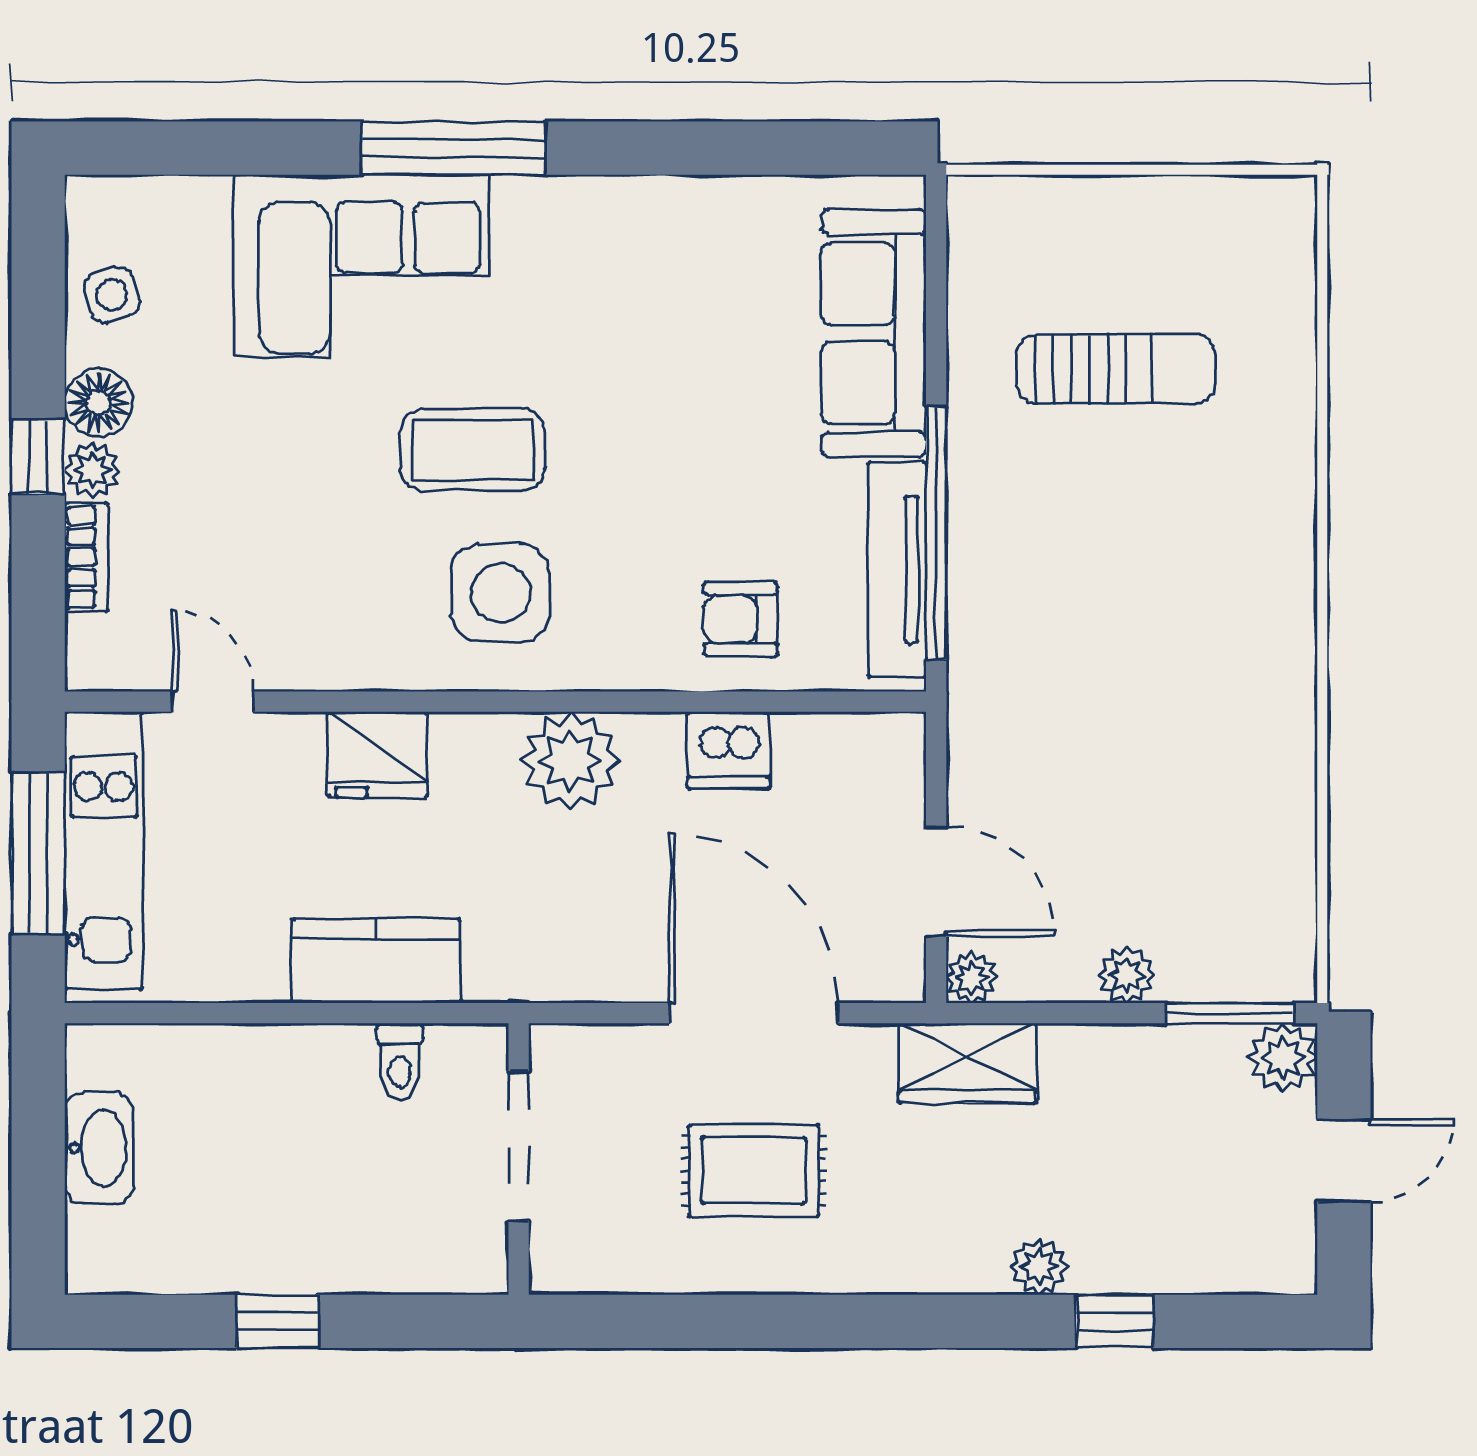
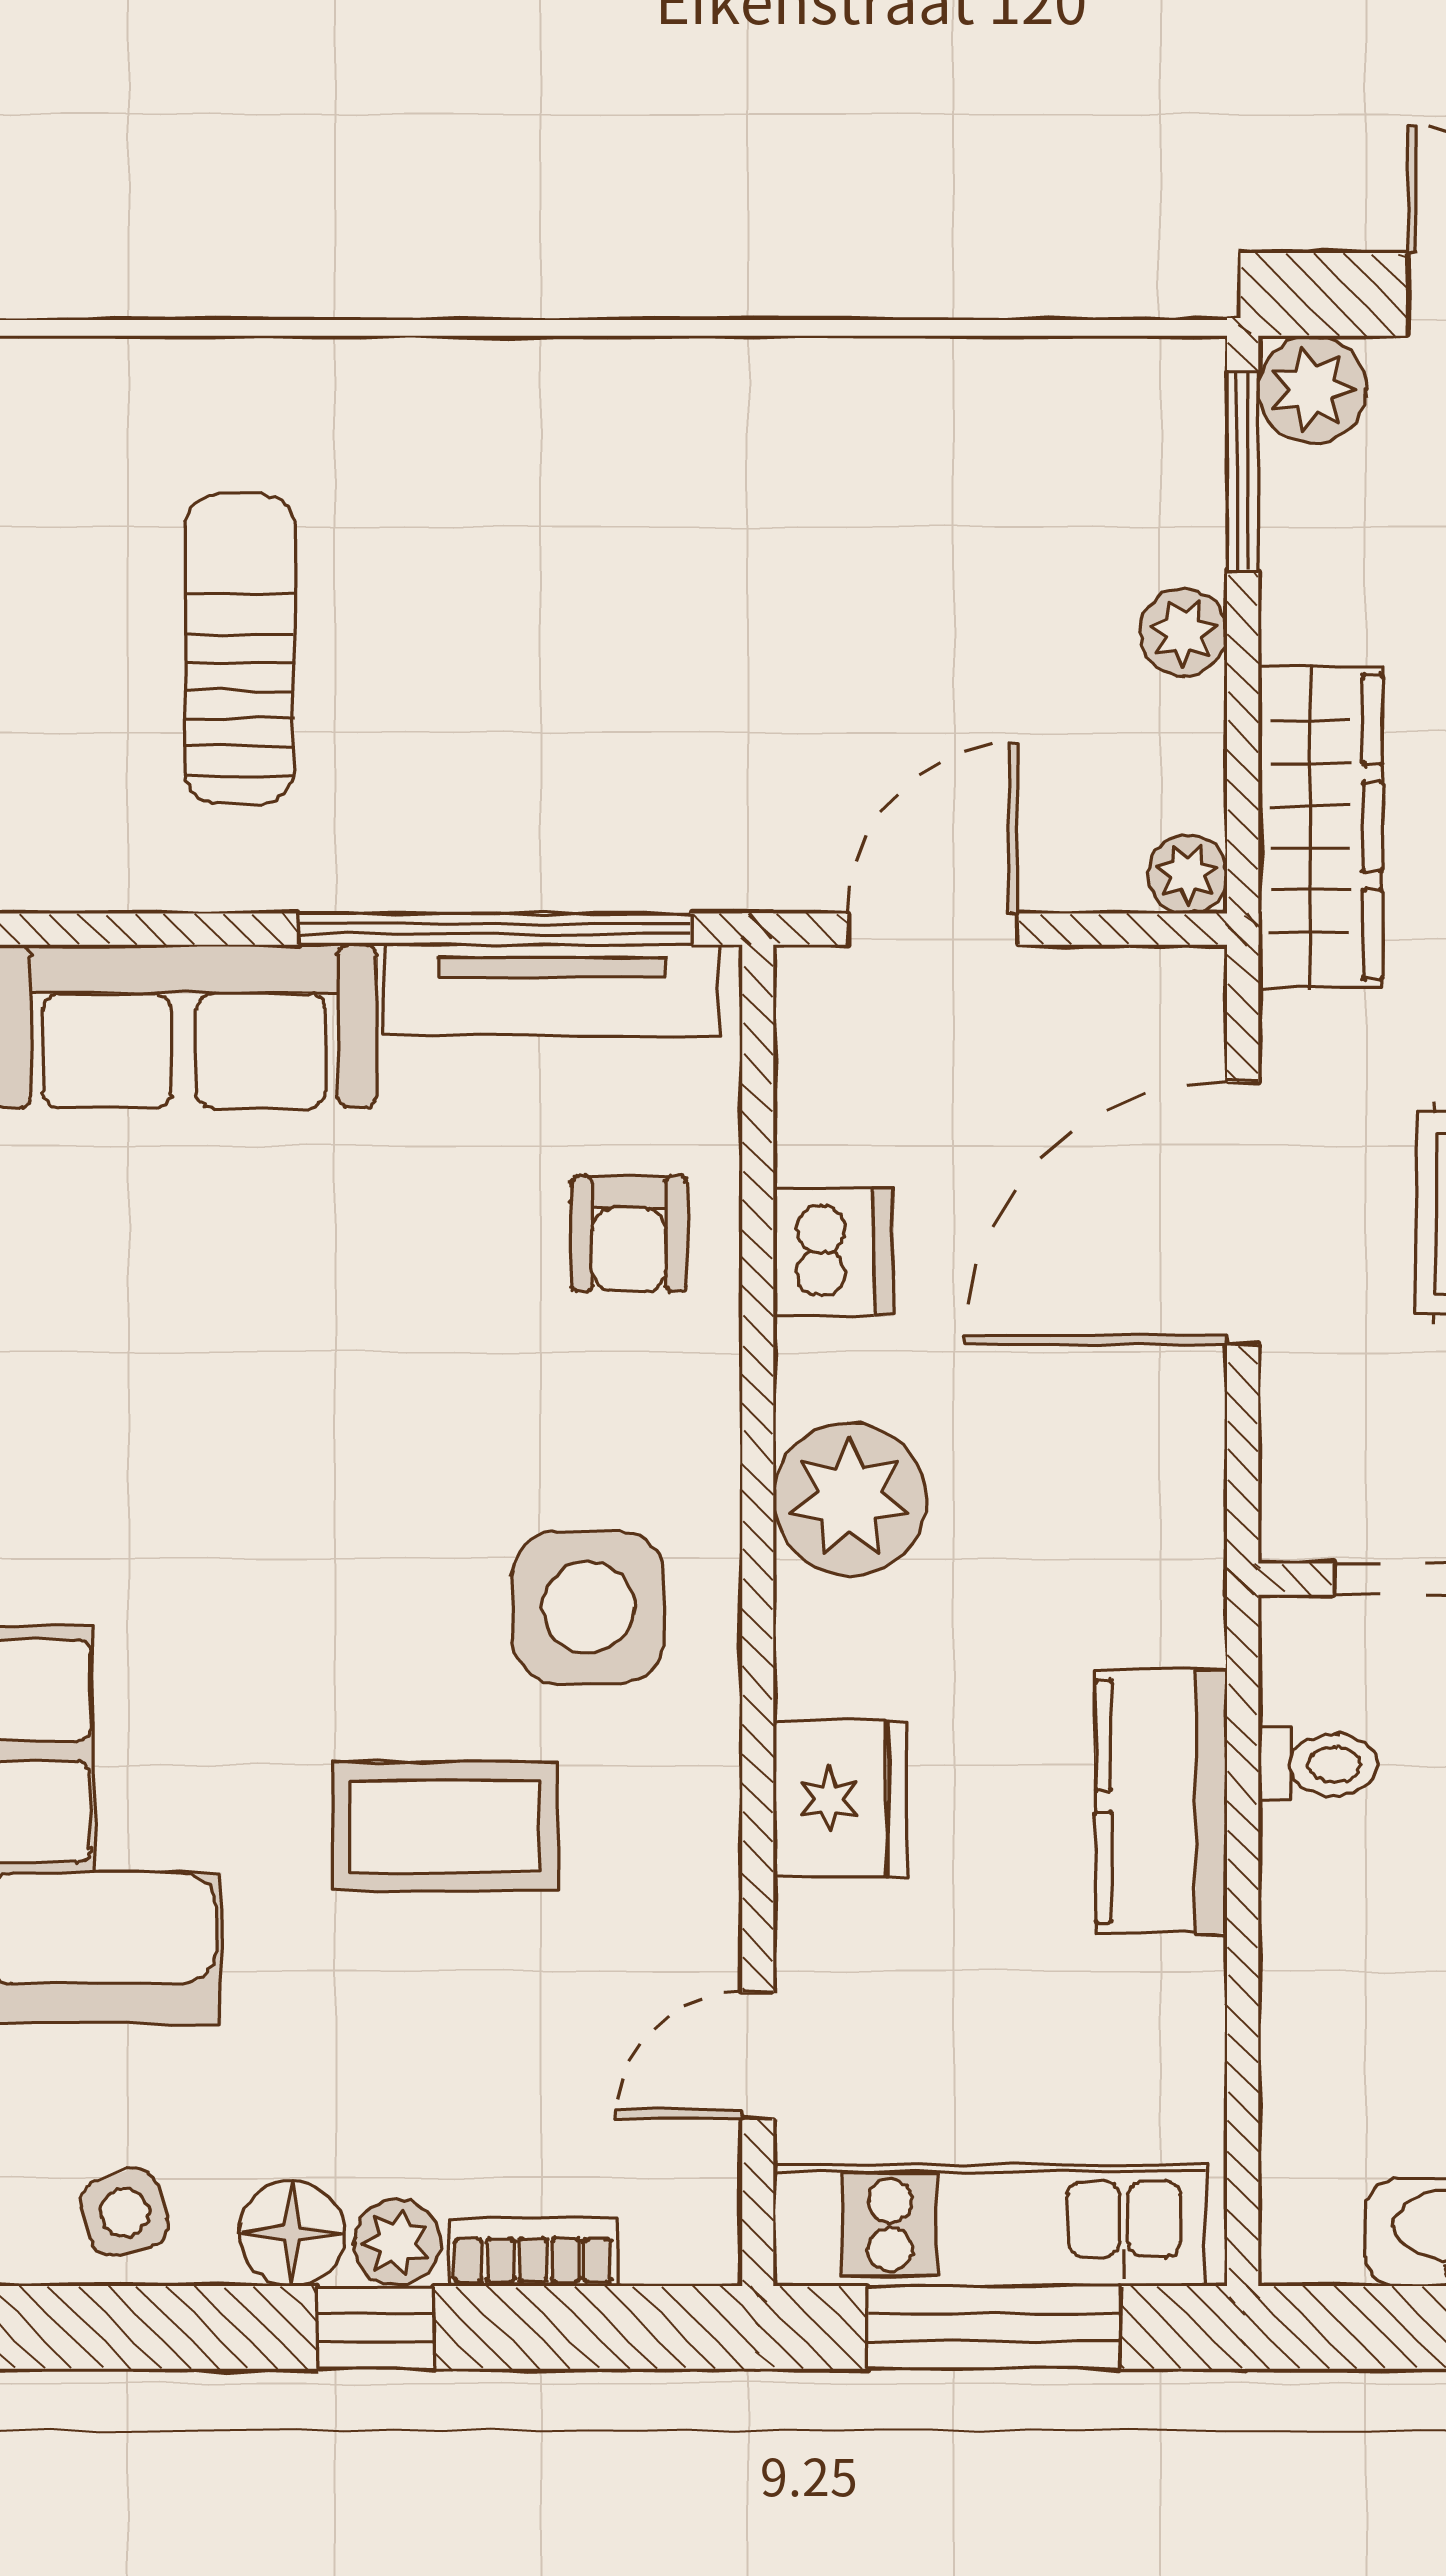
coffee table: (473, 450) -> (445, 1827), moved, turned 90
door: (936, 882) -> (933, 929), moved
wardrobe: (967, 1063) -> (1320, 827), width x1.50

